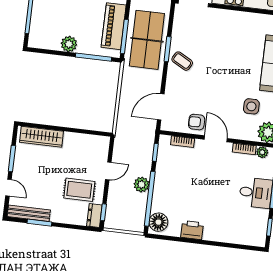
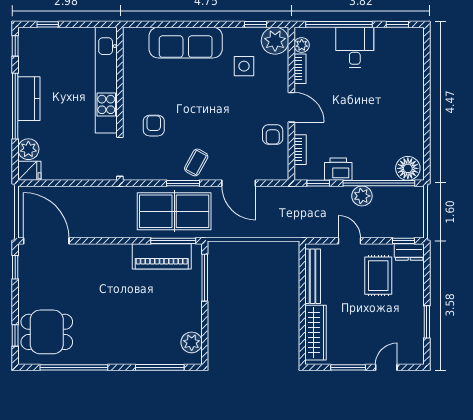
armchair: (214, 32) -> (154, 126), added
plant: (69, 44) -> (192, 342), moved
door: (161, 107) -> (239, 183), moved
door: (216, 139) -> (291, 107), swing flipped
bench: (29, 213) -> (313, 276), moved
printer: (192, 230) -> (338, 169), moved, turned 90

